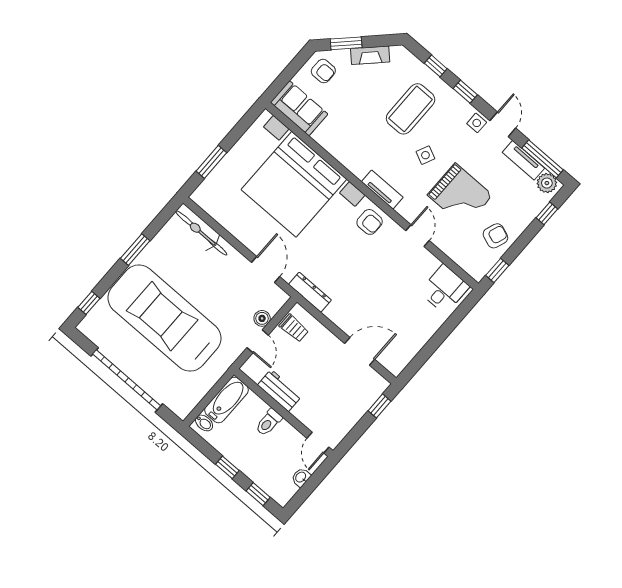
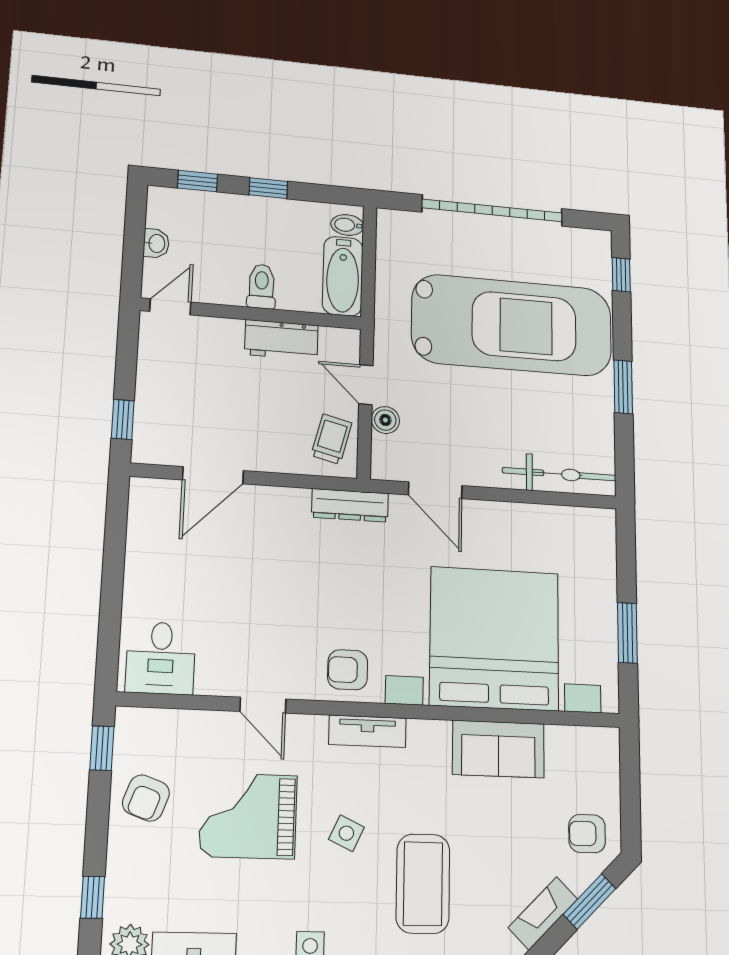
sofa: (299, 108) -> (498, 749), moved
window: (211, 162) -> (627, 633), moved
trolley: (294, 328) -> (331, 439), turned 104
door: (318, 443) -> (170, 307), hinge flipped

